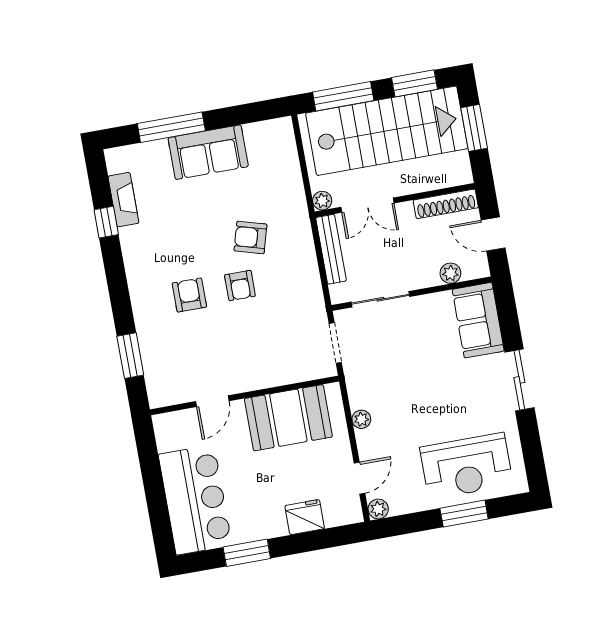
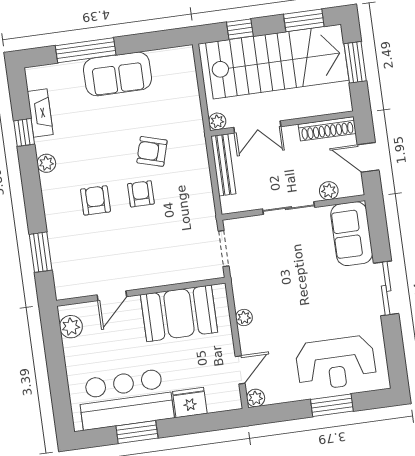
window: (343, 96) -> (240, 29), width x0.46
plant: (133, 256) -> (46, 163), added
armchair: (240, 286) -> (141, 194), turned 180
sliding door: (380, 299) -> (289, 208), moved
plant: (168, 438) -> (71, 327), added
bar counter: (195, 500) -> (126, 399), moved, turned -90

